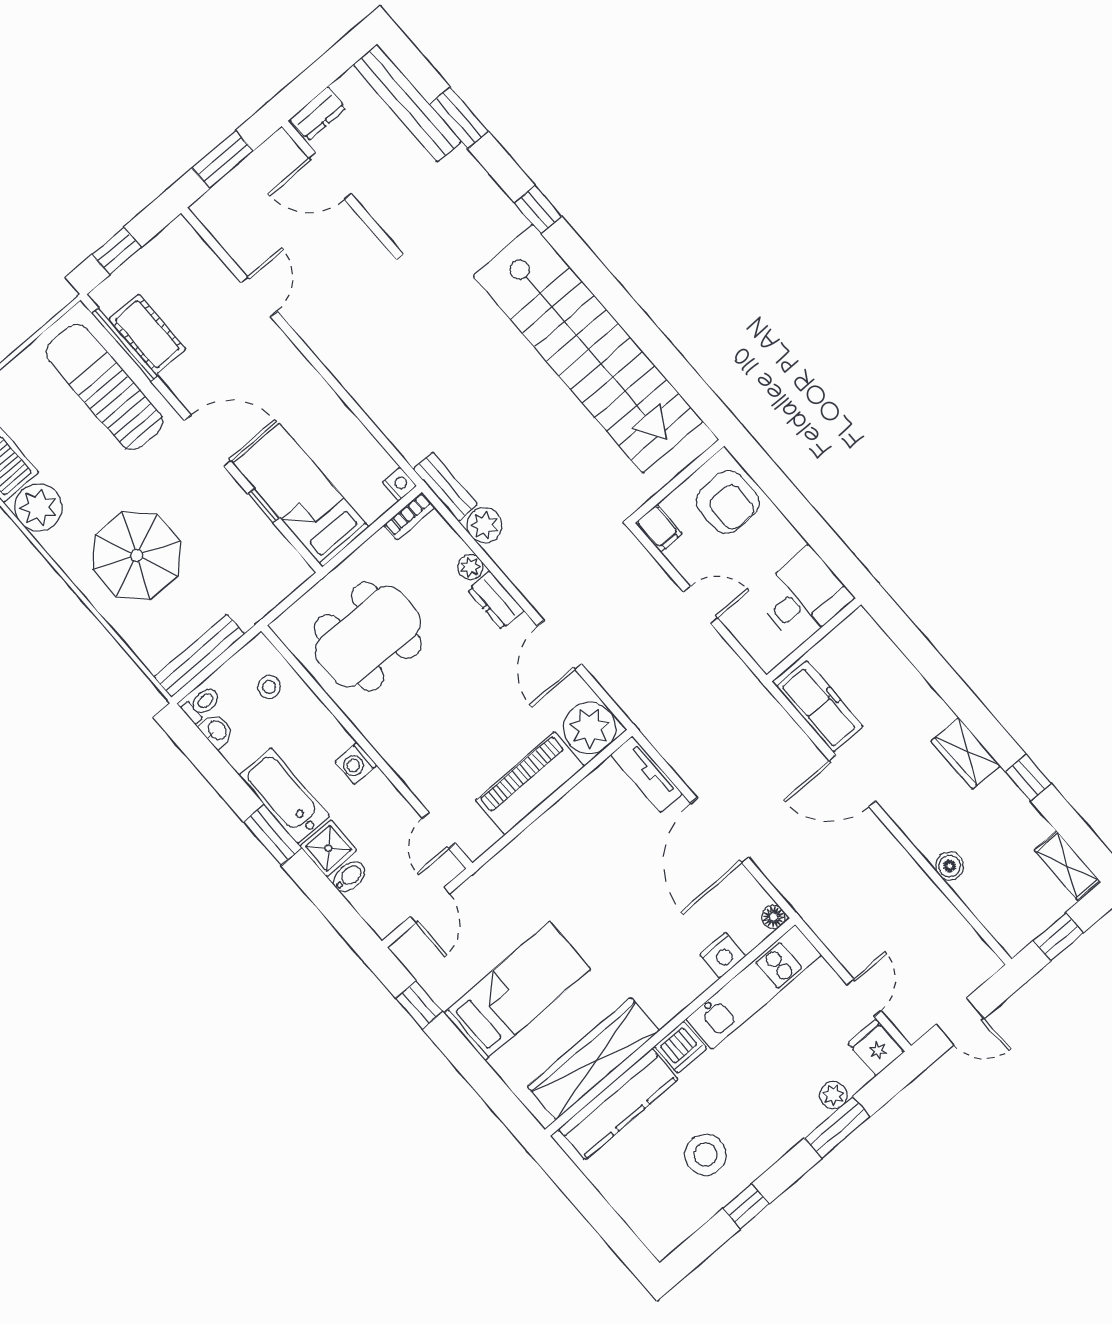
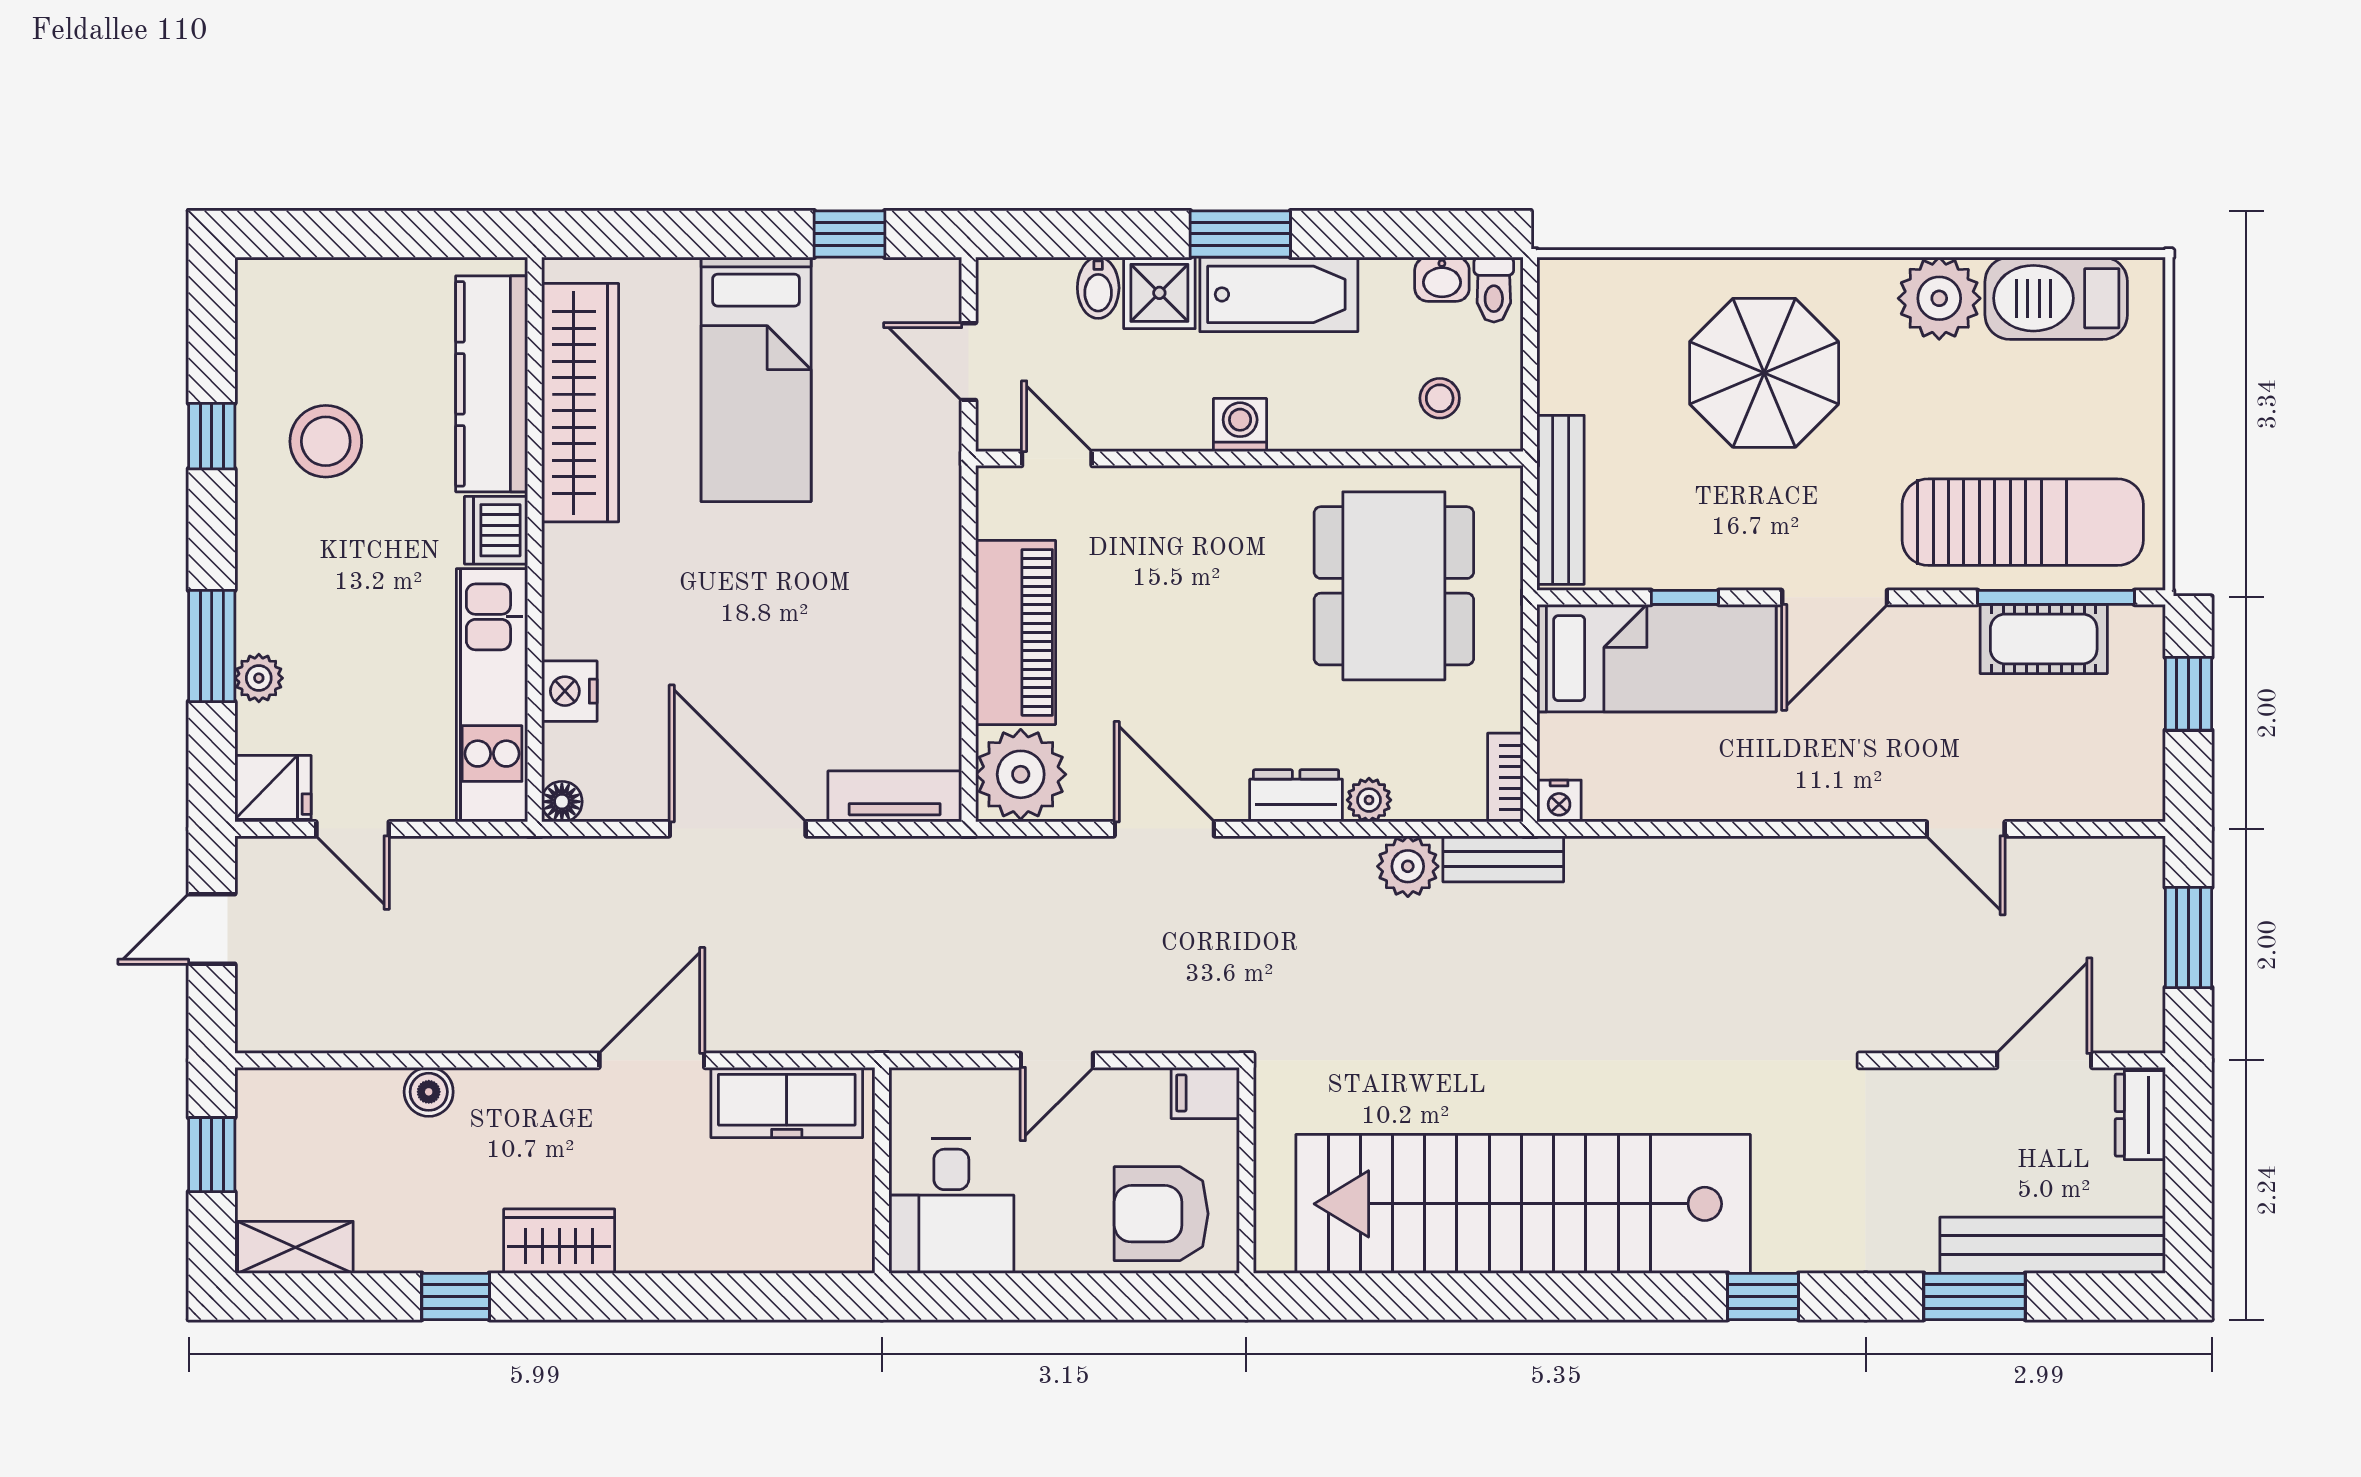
bench: (199, 656) -> (1561, 500), moved

